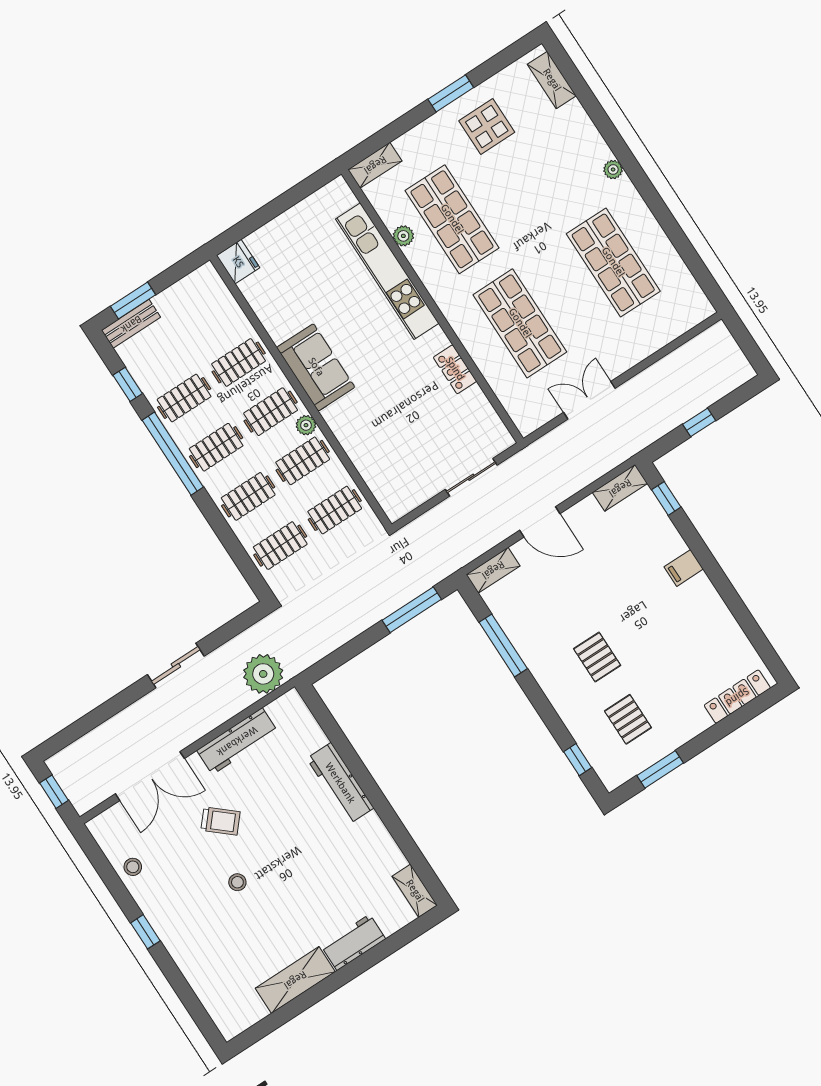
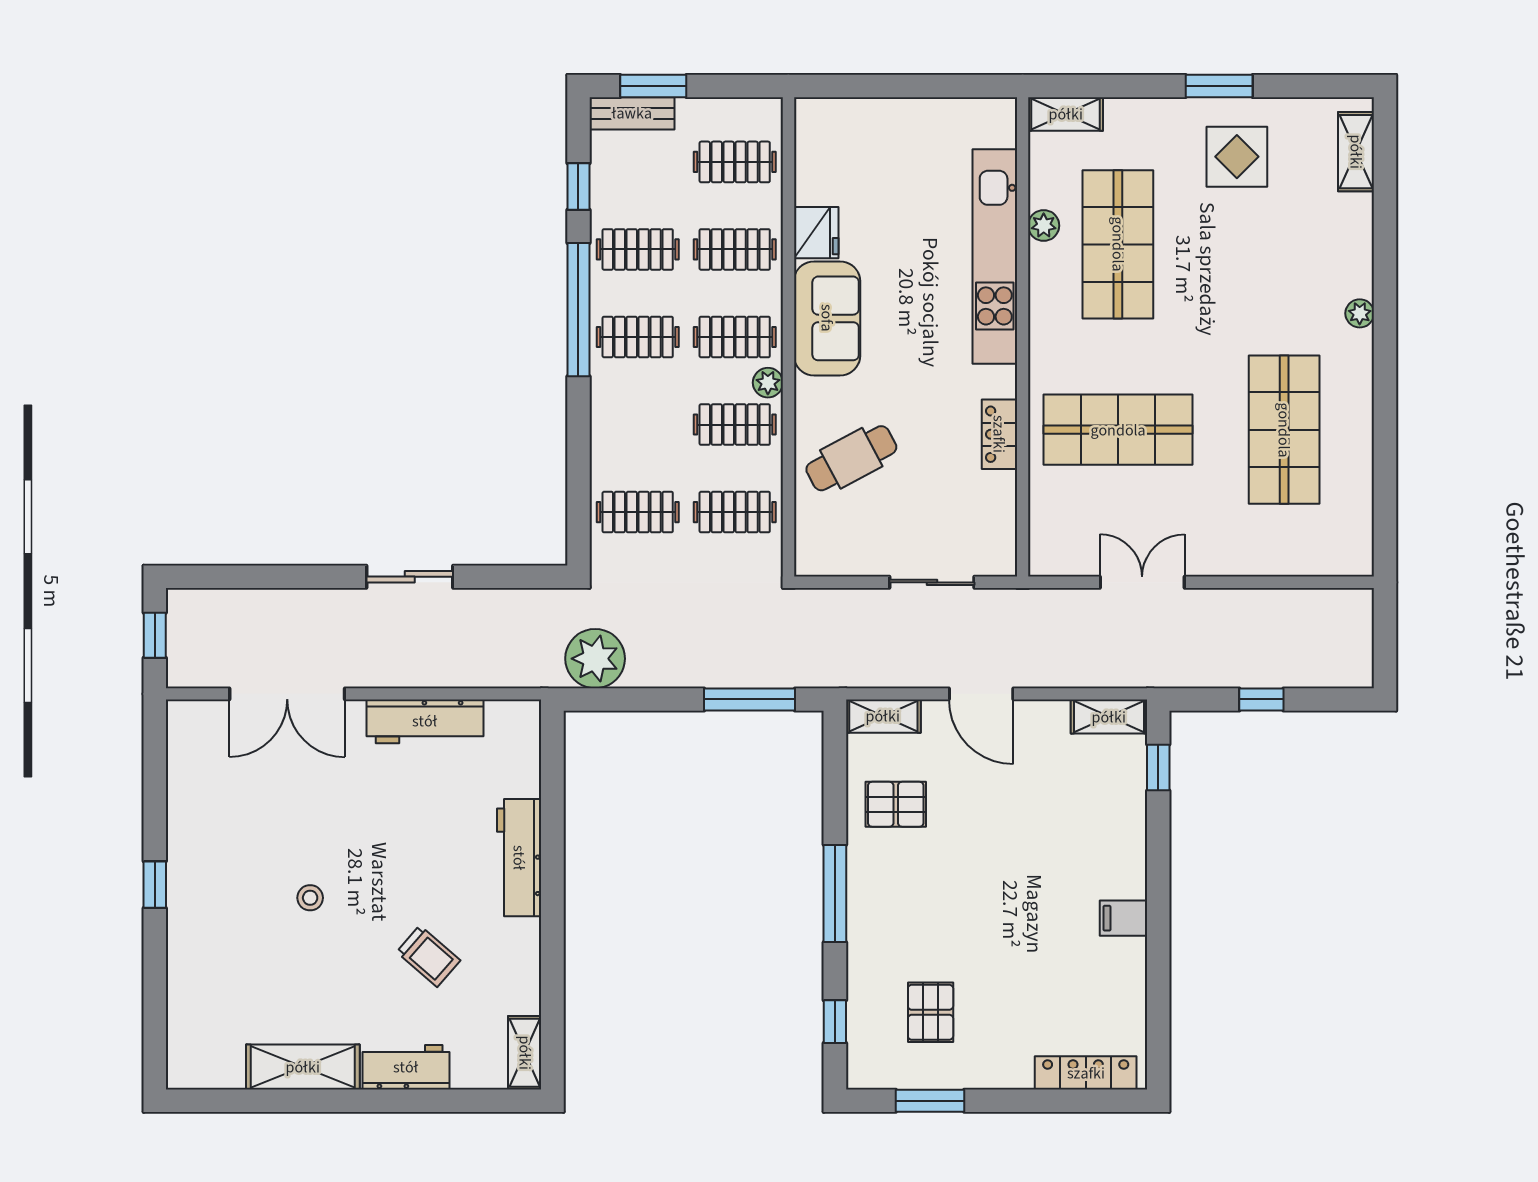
fridge: (238, 262) -> (816, 233), moved
shop shelf: (520, 323) -> (1118, 430), turned 90
cafe table: (381, 437) -> (851, 458), added
clothes rail: (248, 496) -> (735, 162), moved
filing cabinet: (684, 568) -> (1124, 918), moved
window: (503, 645) -> (835, 893), moved
pallet: (597, 657) -> (896, 804), moved, turned 90
plant: (263, 674) -> (595, 659), moved
trolley: (221, 821) -> (428, 956), moved
stool: (133, 867) -> (192, 793), removed

